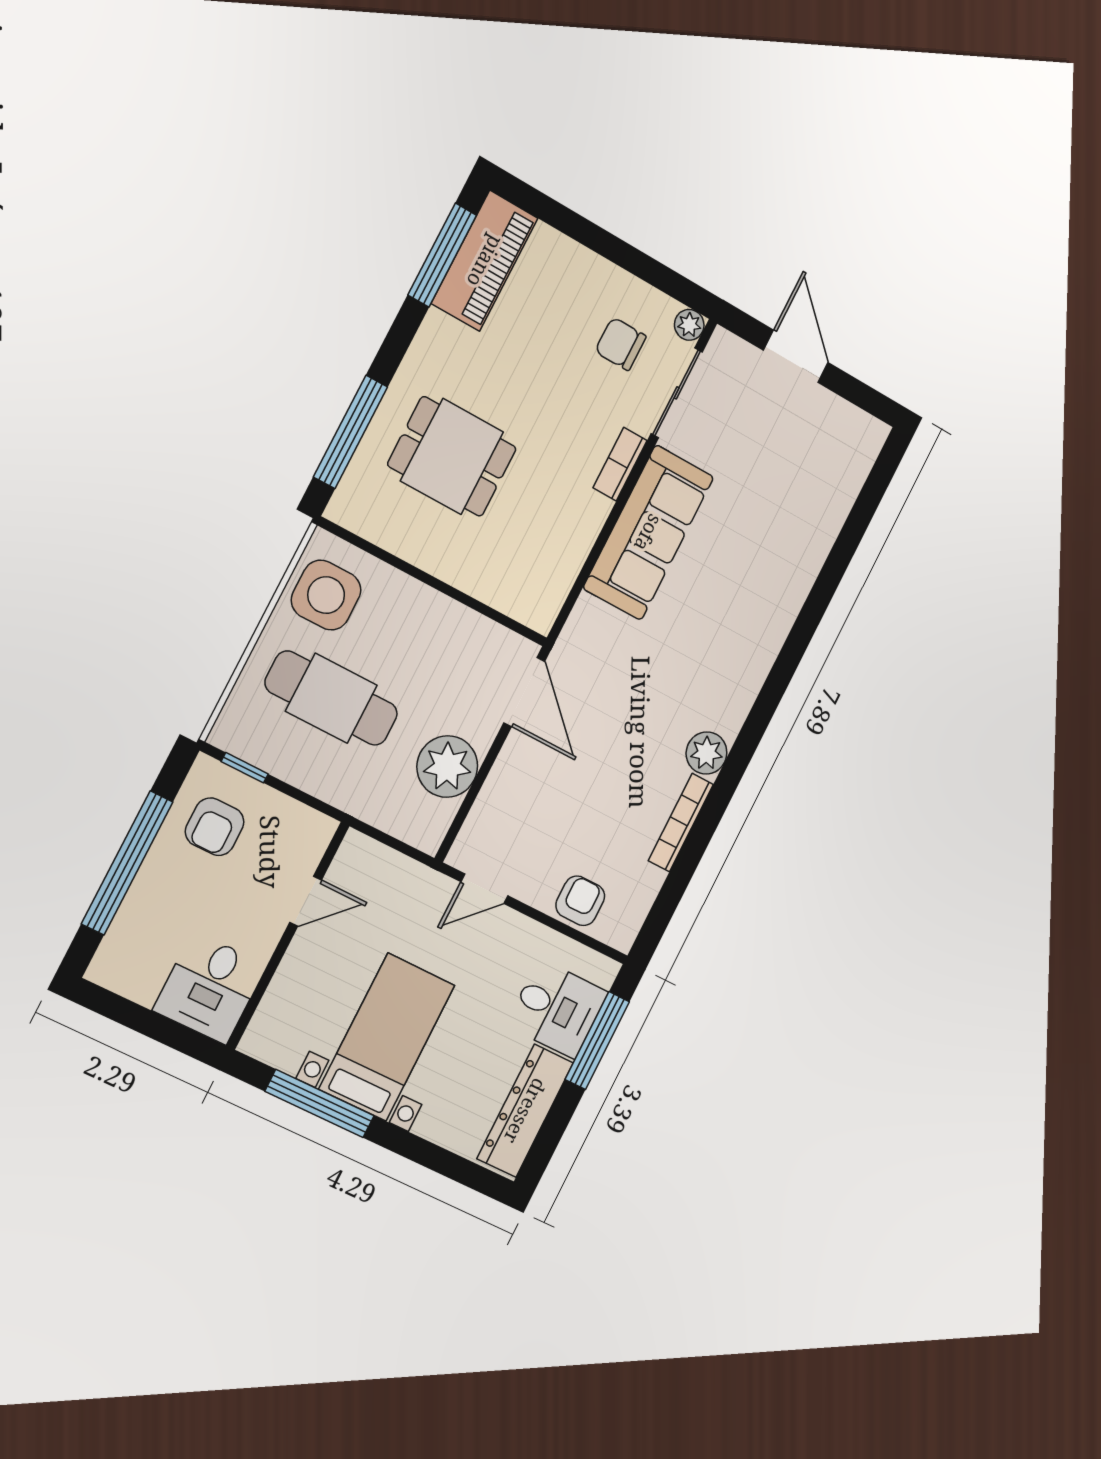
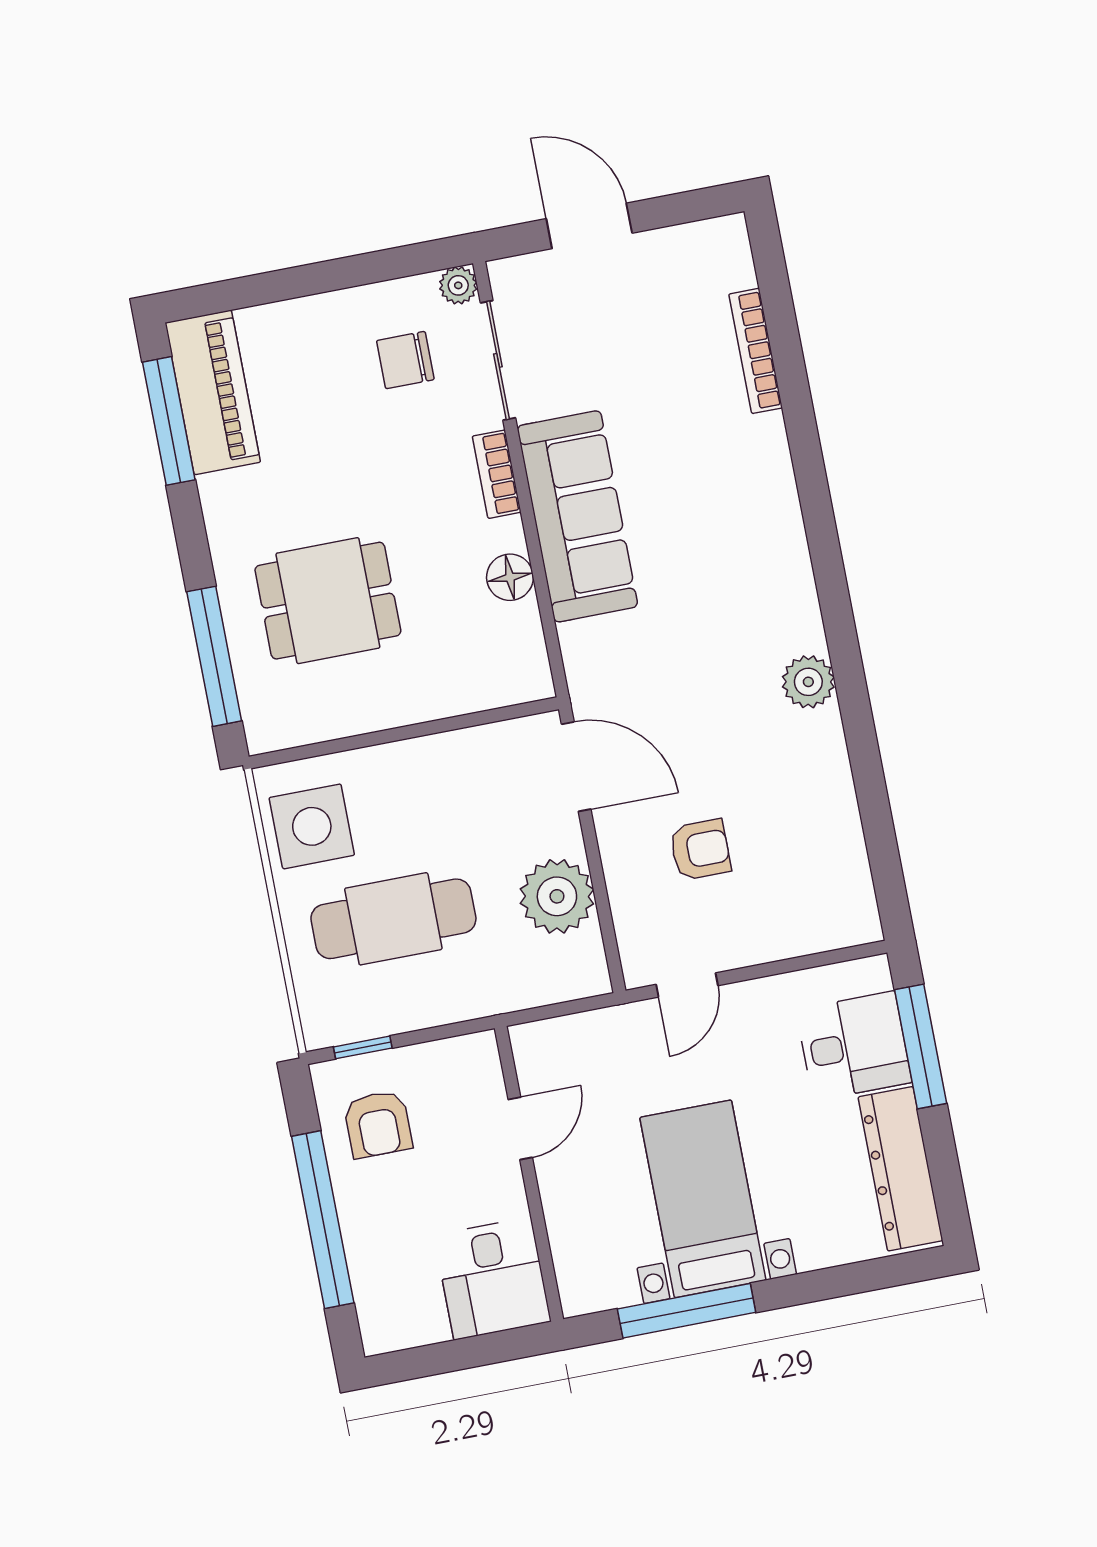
floor lamp: (577, 537) -> (510, 577), added
bookcase: (681, 822) -> (756, 351), moved
armchair: (580, 901) -> (700, 850), moved, turned 90

